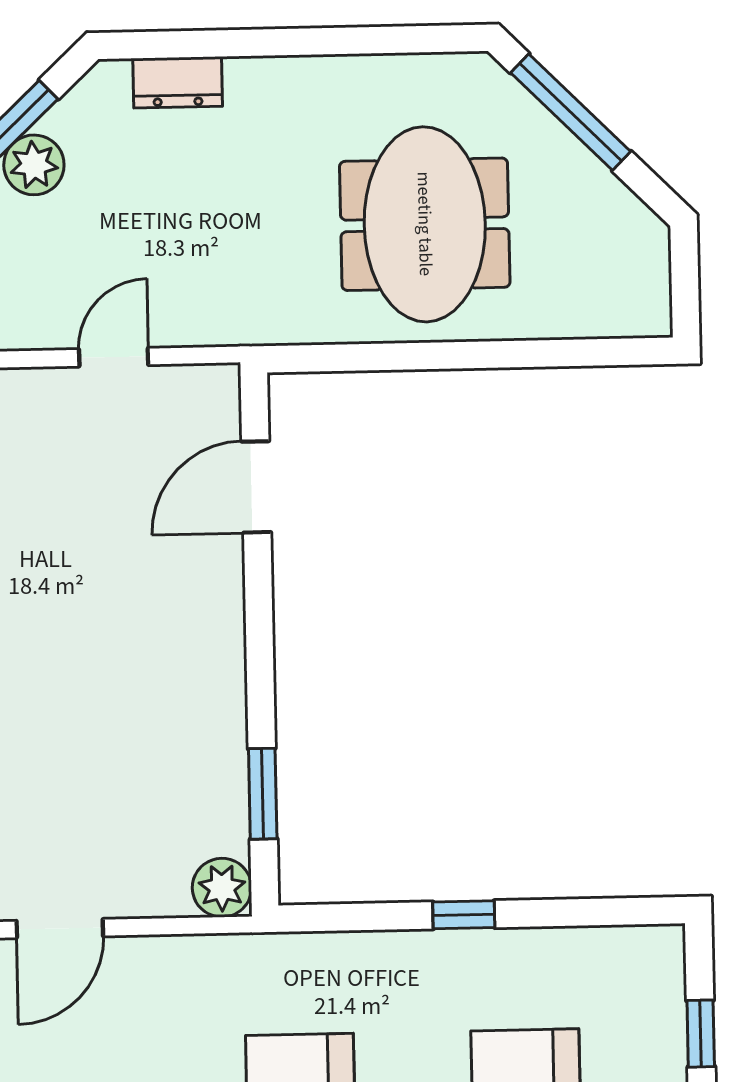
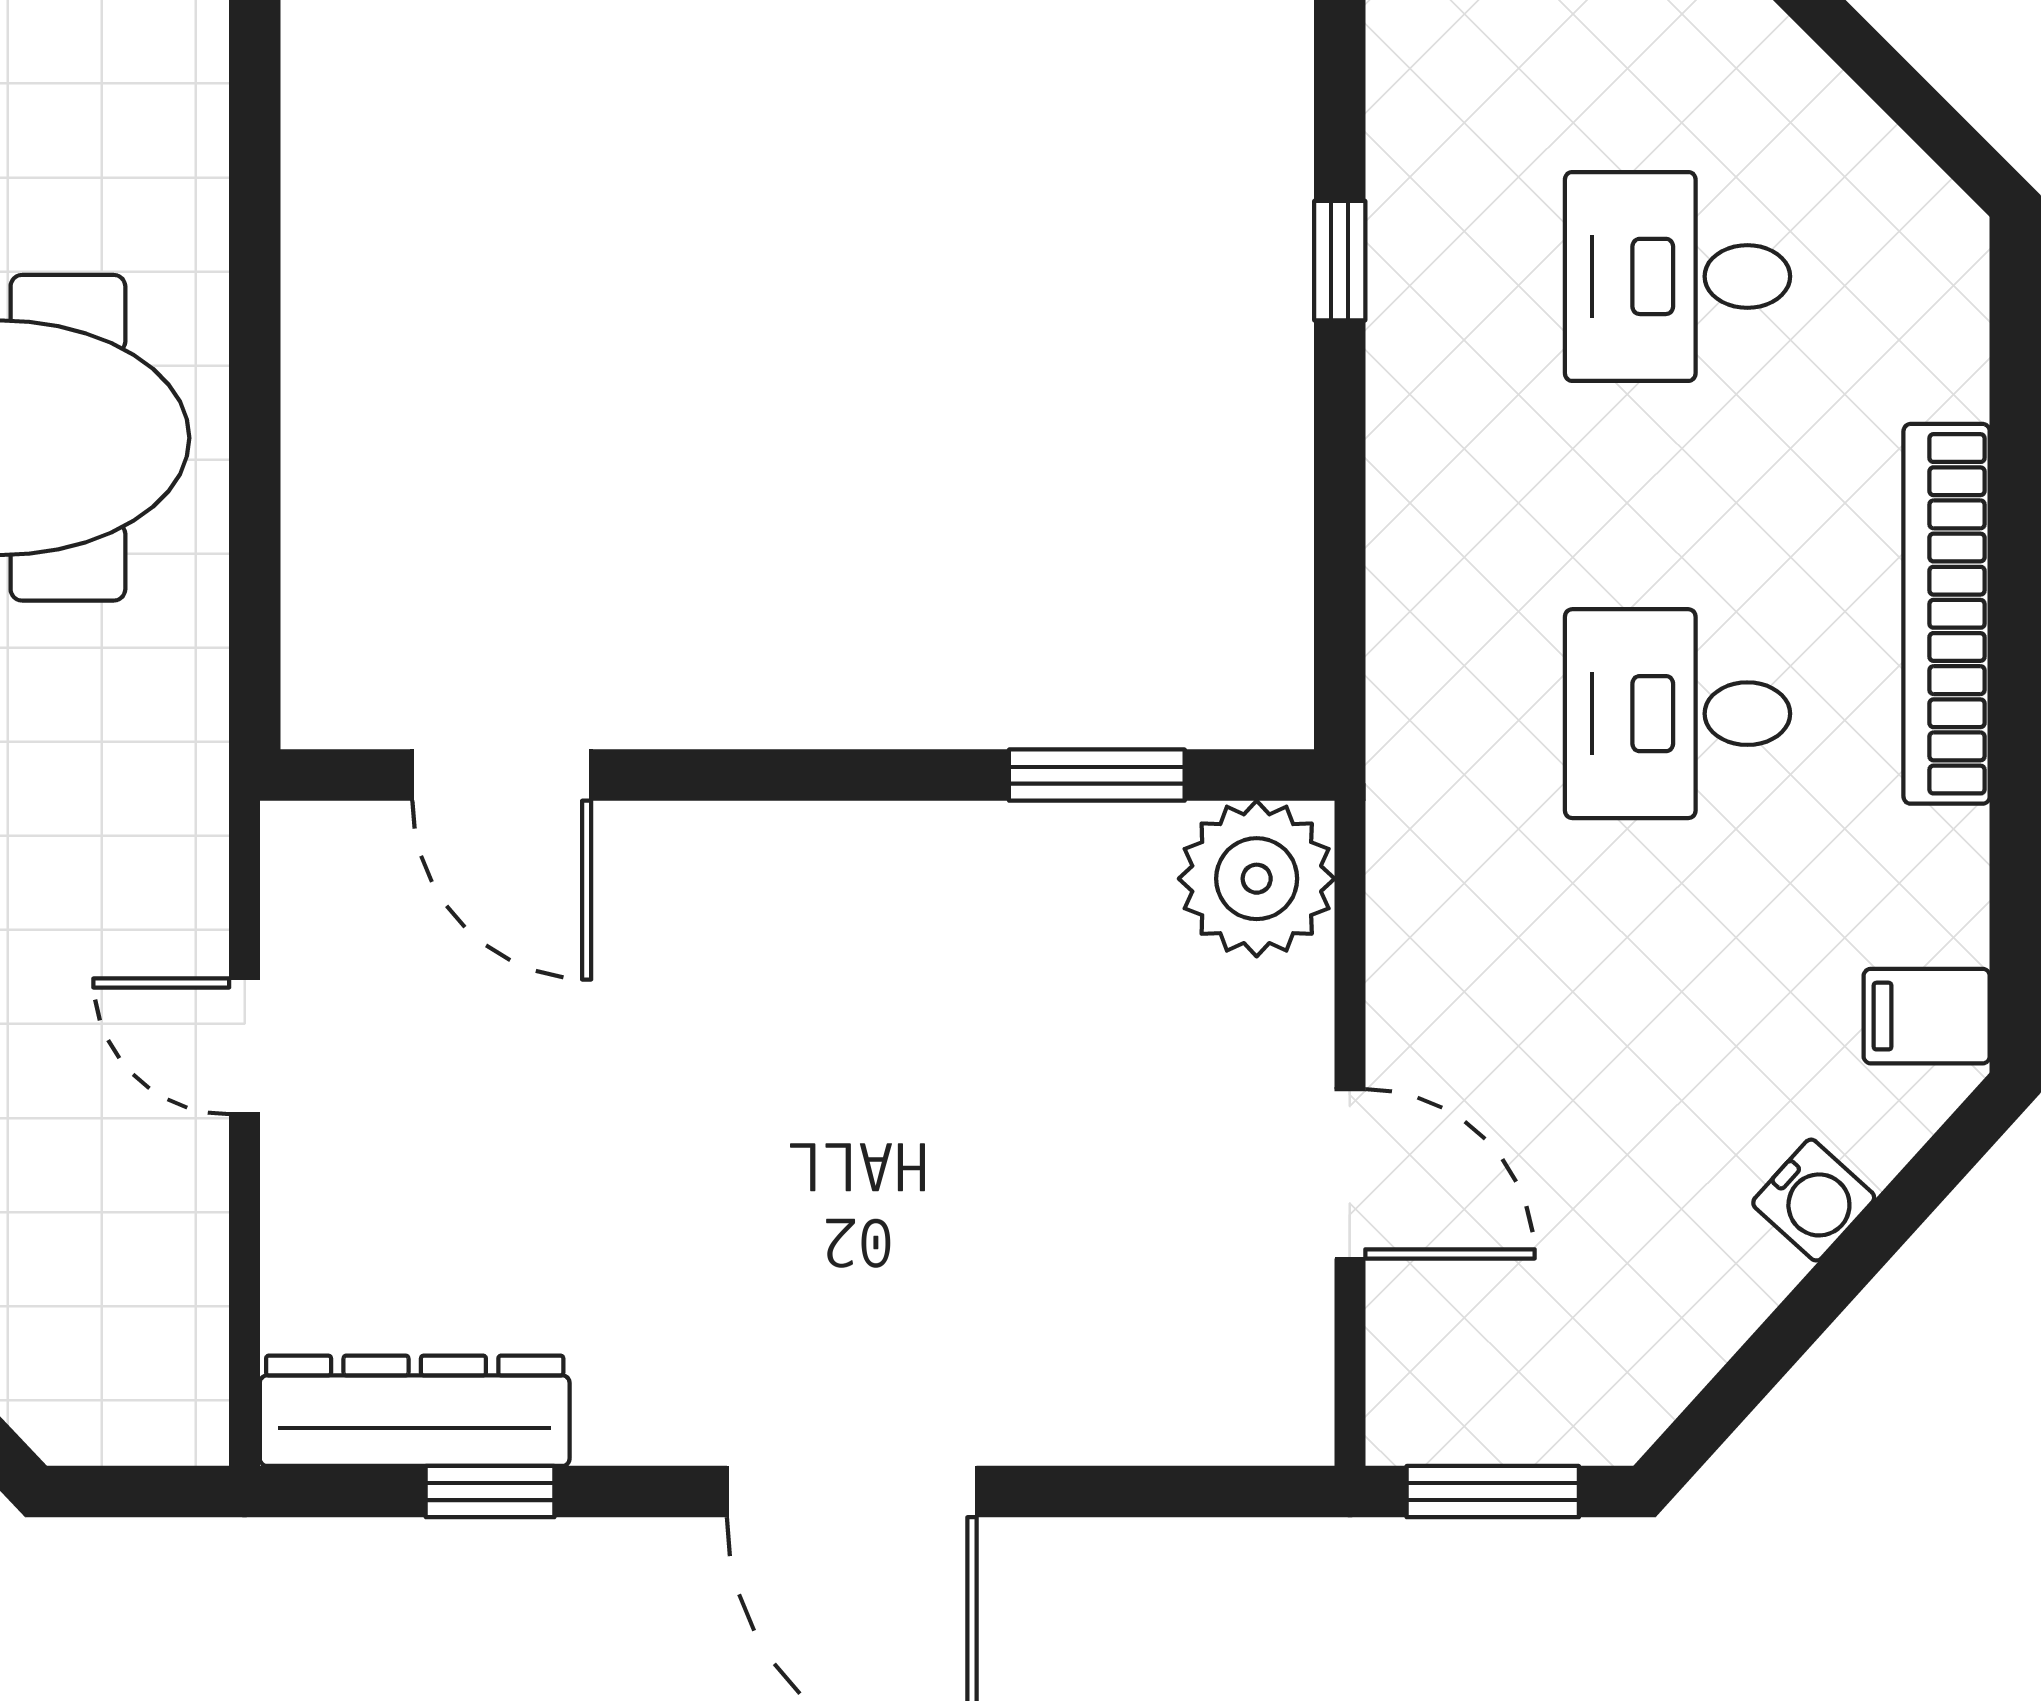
plant: (222, 888) -> (1257, 879), width x1.36, depth x1.36
window: (464, 915) -> (1340, 261), moved

